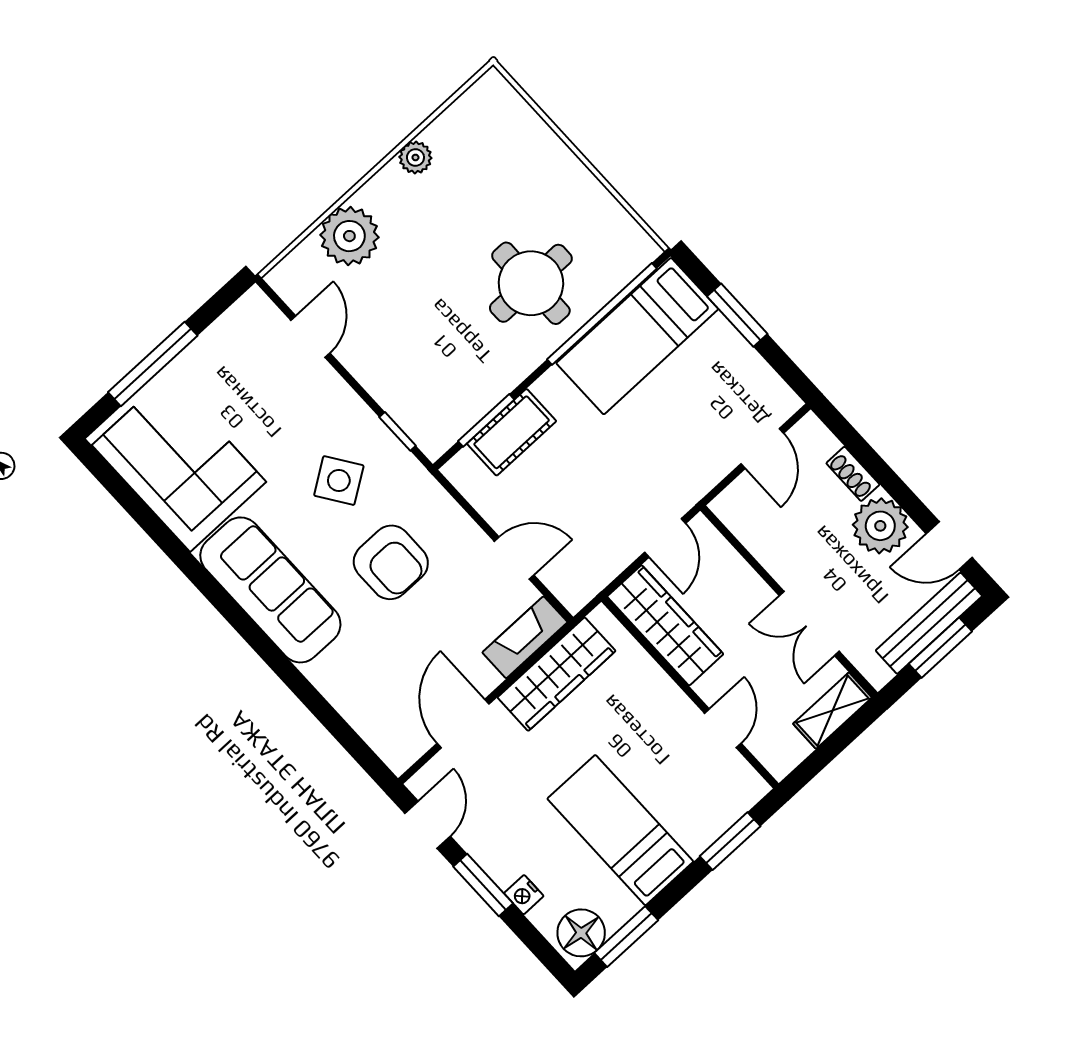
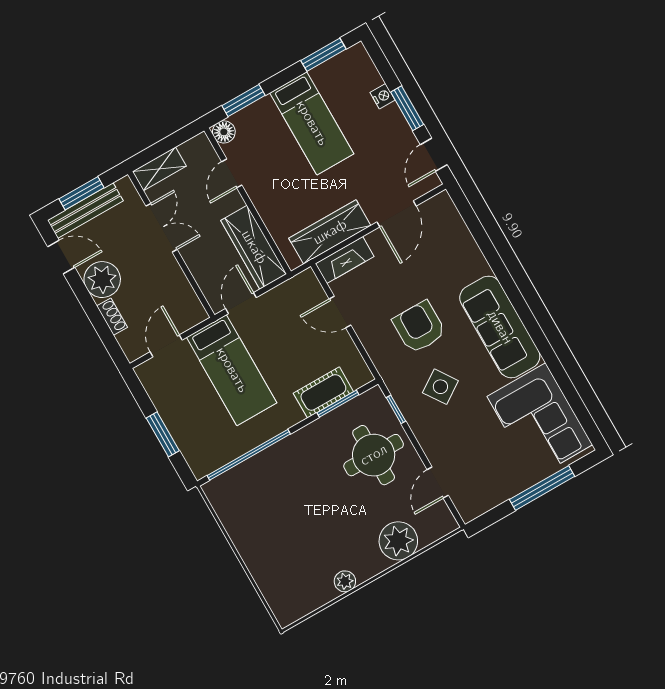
round table: (531, 283) -> (374, 455), moved
bed: (637, 336) -> (232, 370), moved, turned 90
floor lamp: (581, 933) -> (224, 132), moved, width x0.73, depth x0.73

